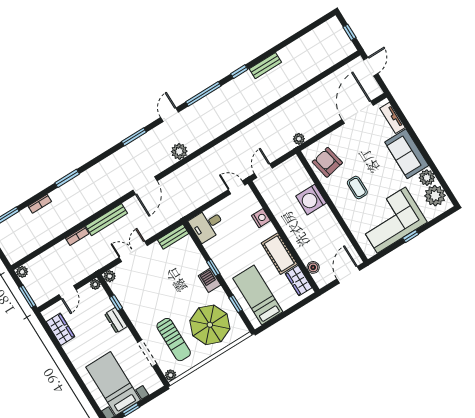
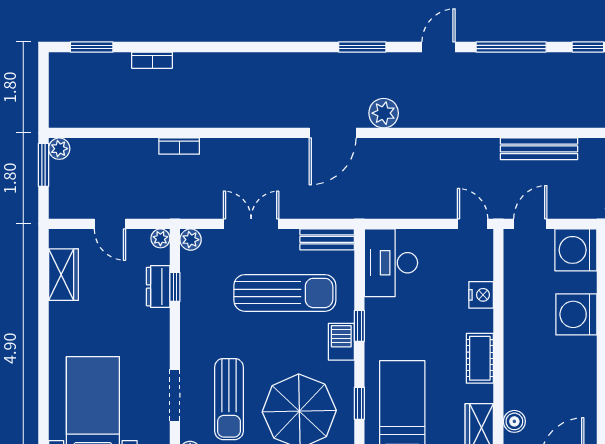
plant: (179, 151) -> (384, 113), moved
washing machine: (292, 170) -> (576, 250), added
window: (67, 178) -> (219, 47), removed
bench: (106, 220) -> (539, 149), moved
desk: (207, 225) -> (391, 263), width x1.37
cot: (279, 254) -> (480, 358), width x0.73, depth x0.75
sun lounger: (169, 274) -> (285, 293), added
door: (67, 292) -> (110, 224), hinge flipped
window: (27, 297) -> (43, 165), moved
dresser: (116, 320) -> (158, 287), moved

